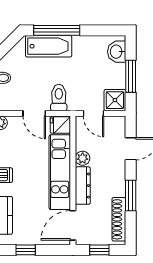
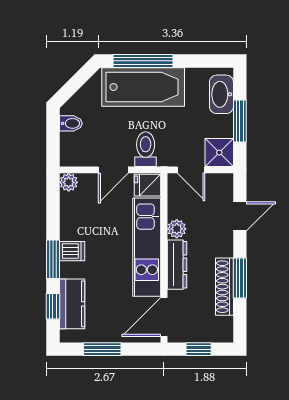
bathtub: (49, 46) -> (143, 87), width x1.36, depth x1.36
washbasin: (117, 52) -> (221, 94), width x1.38
door: (34, 113) -> (113, 170), hinge flipped
shoe rack: (119, 219) -> (224, 287), moved
window: (26, 250) -> (102, 349), width x1.50

